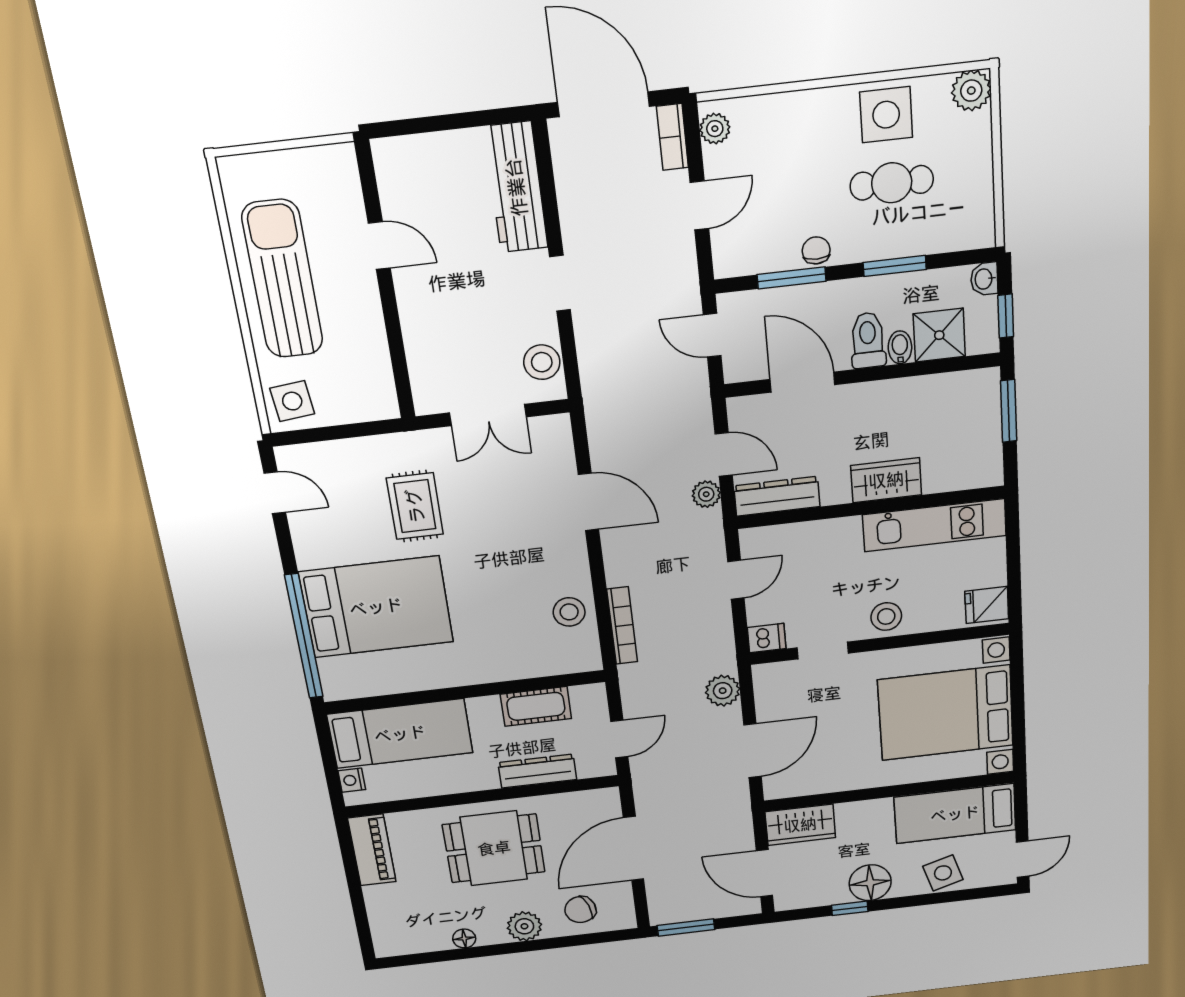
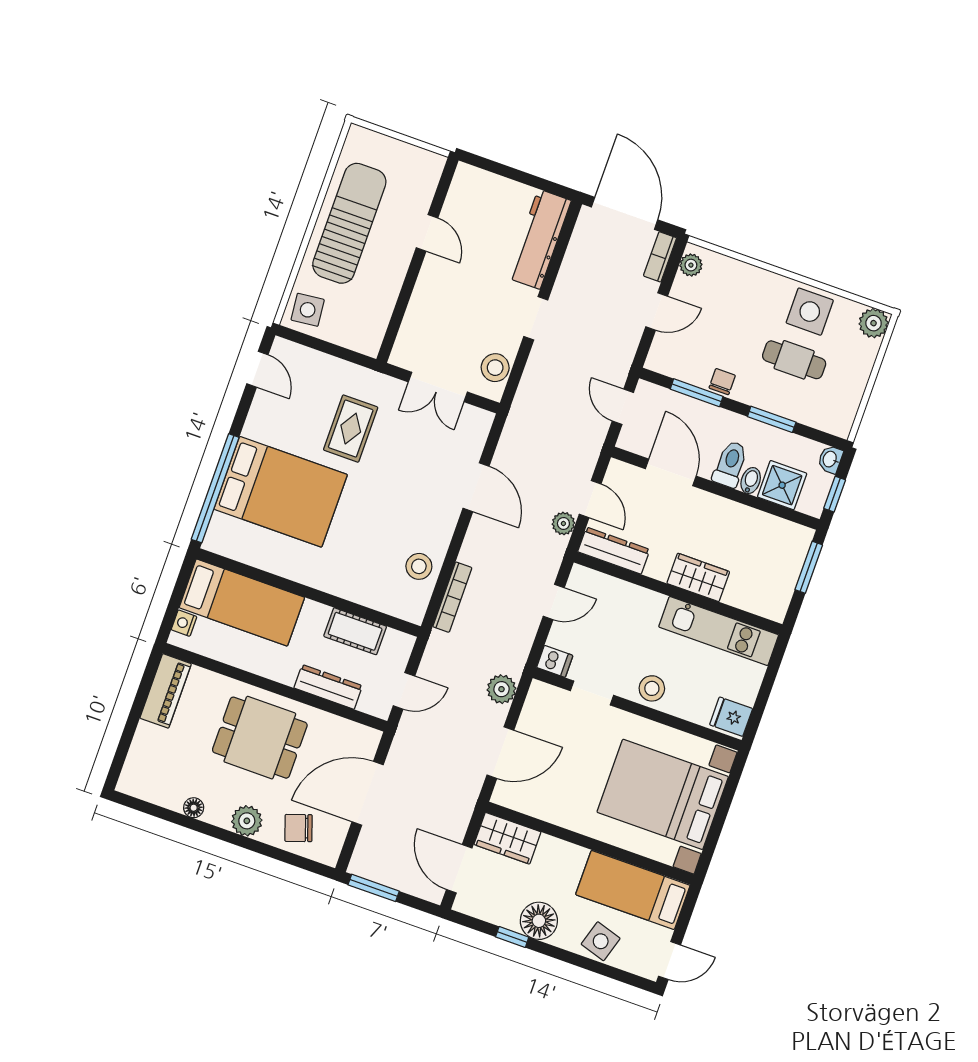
side table: (943, 873) -> (601, 941), turned 34

